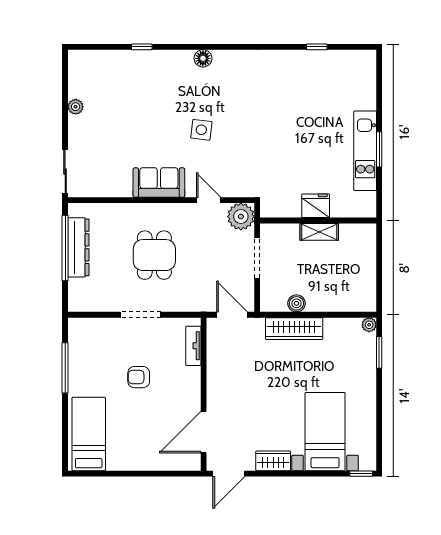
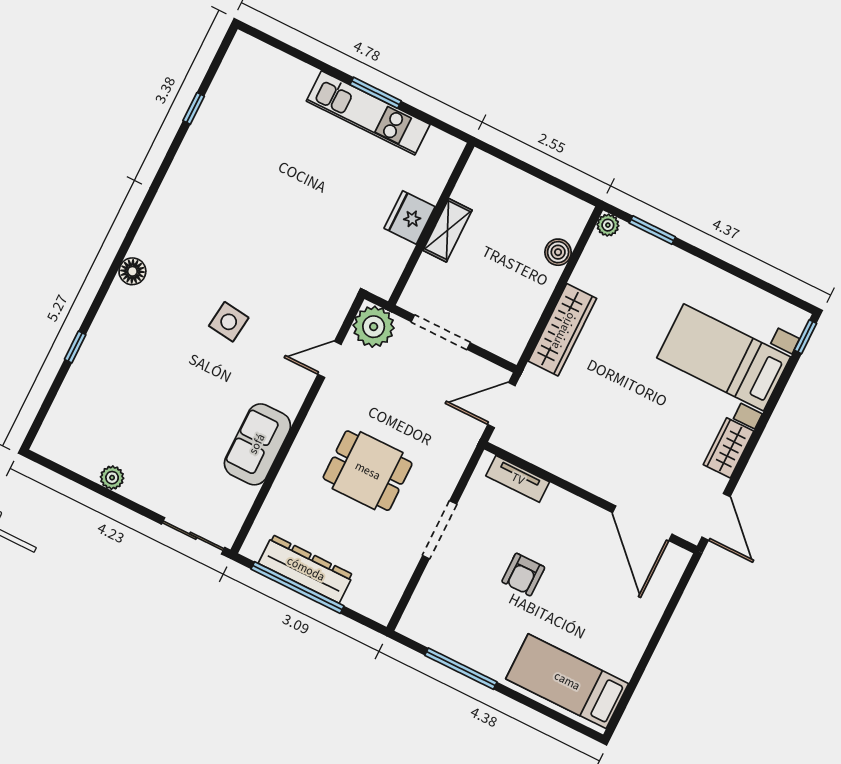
sofa: (159, 183) -> (257, 444), moved
boiler: (297, 303) -> (558, 252), moved

